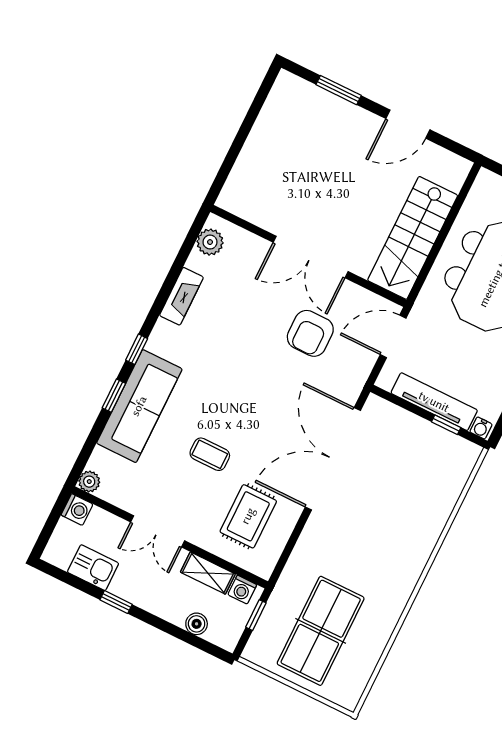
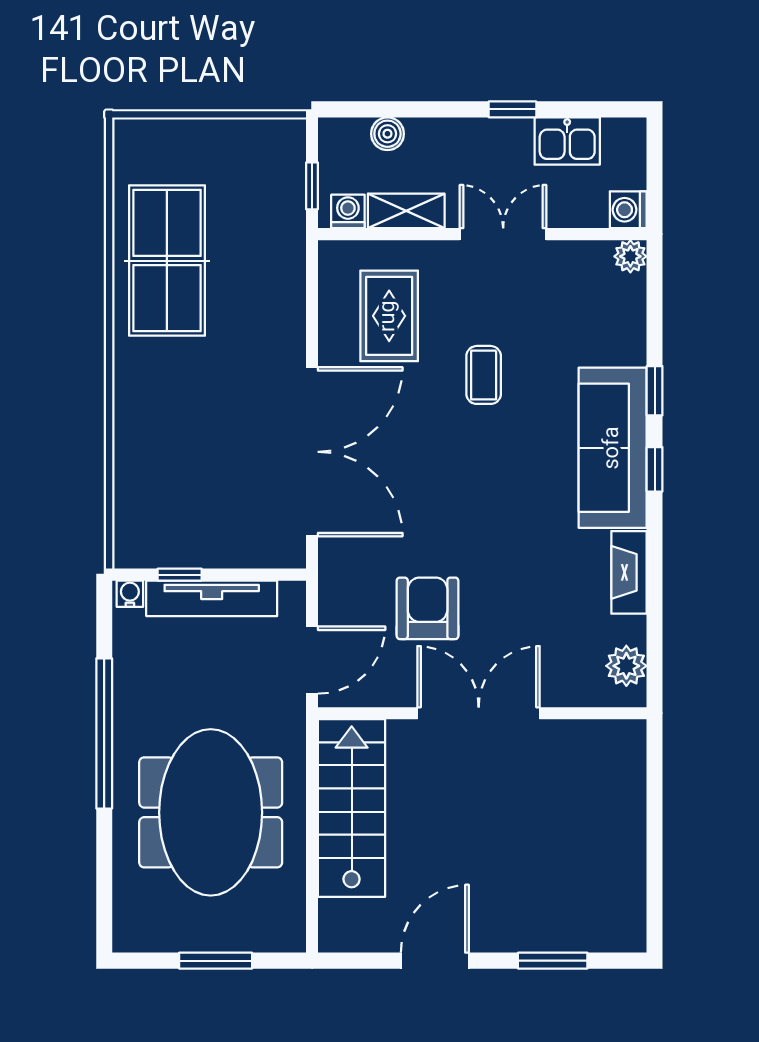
sofa: (139, 406) -> (613, 448), moved
coffee table: (210, 454) -> (484, 375), turned 90
table tennis table: (321, 631) -> (167, 261), moved

